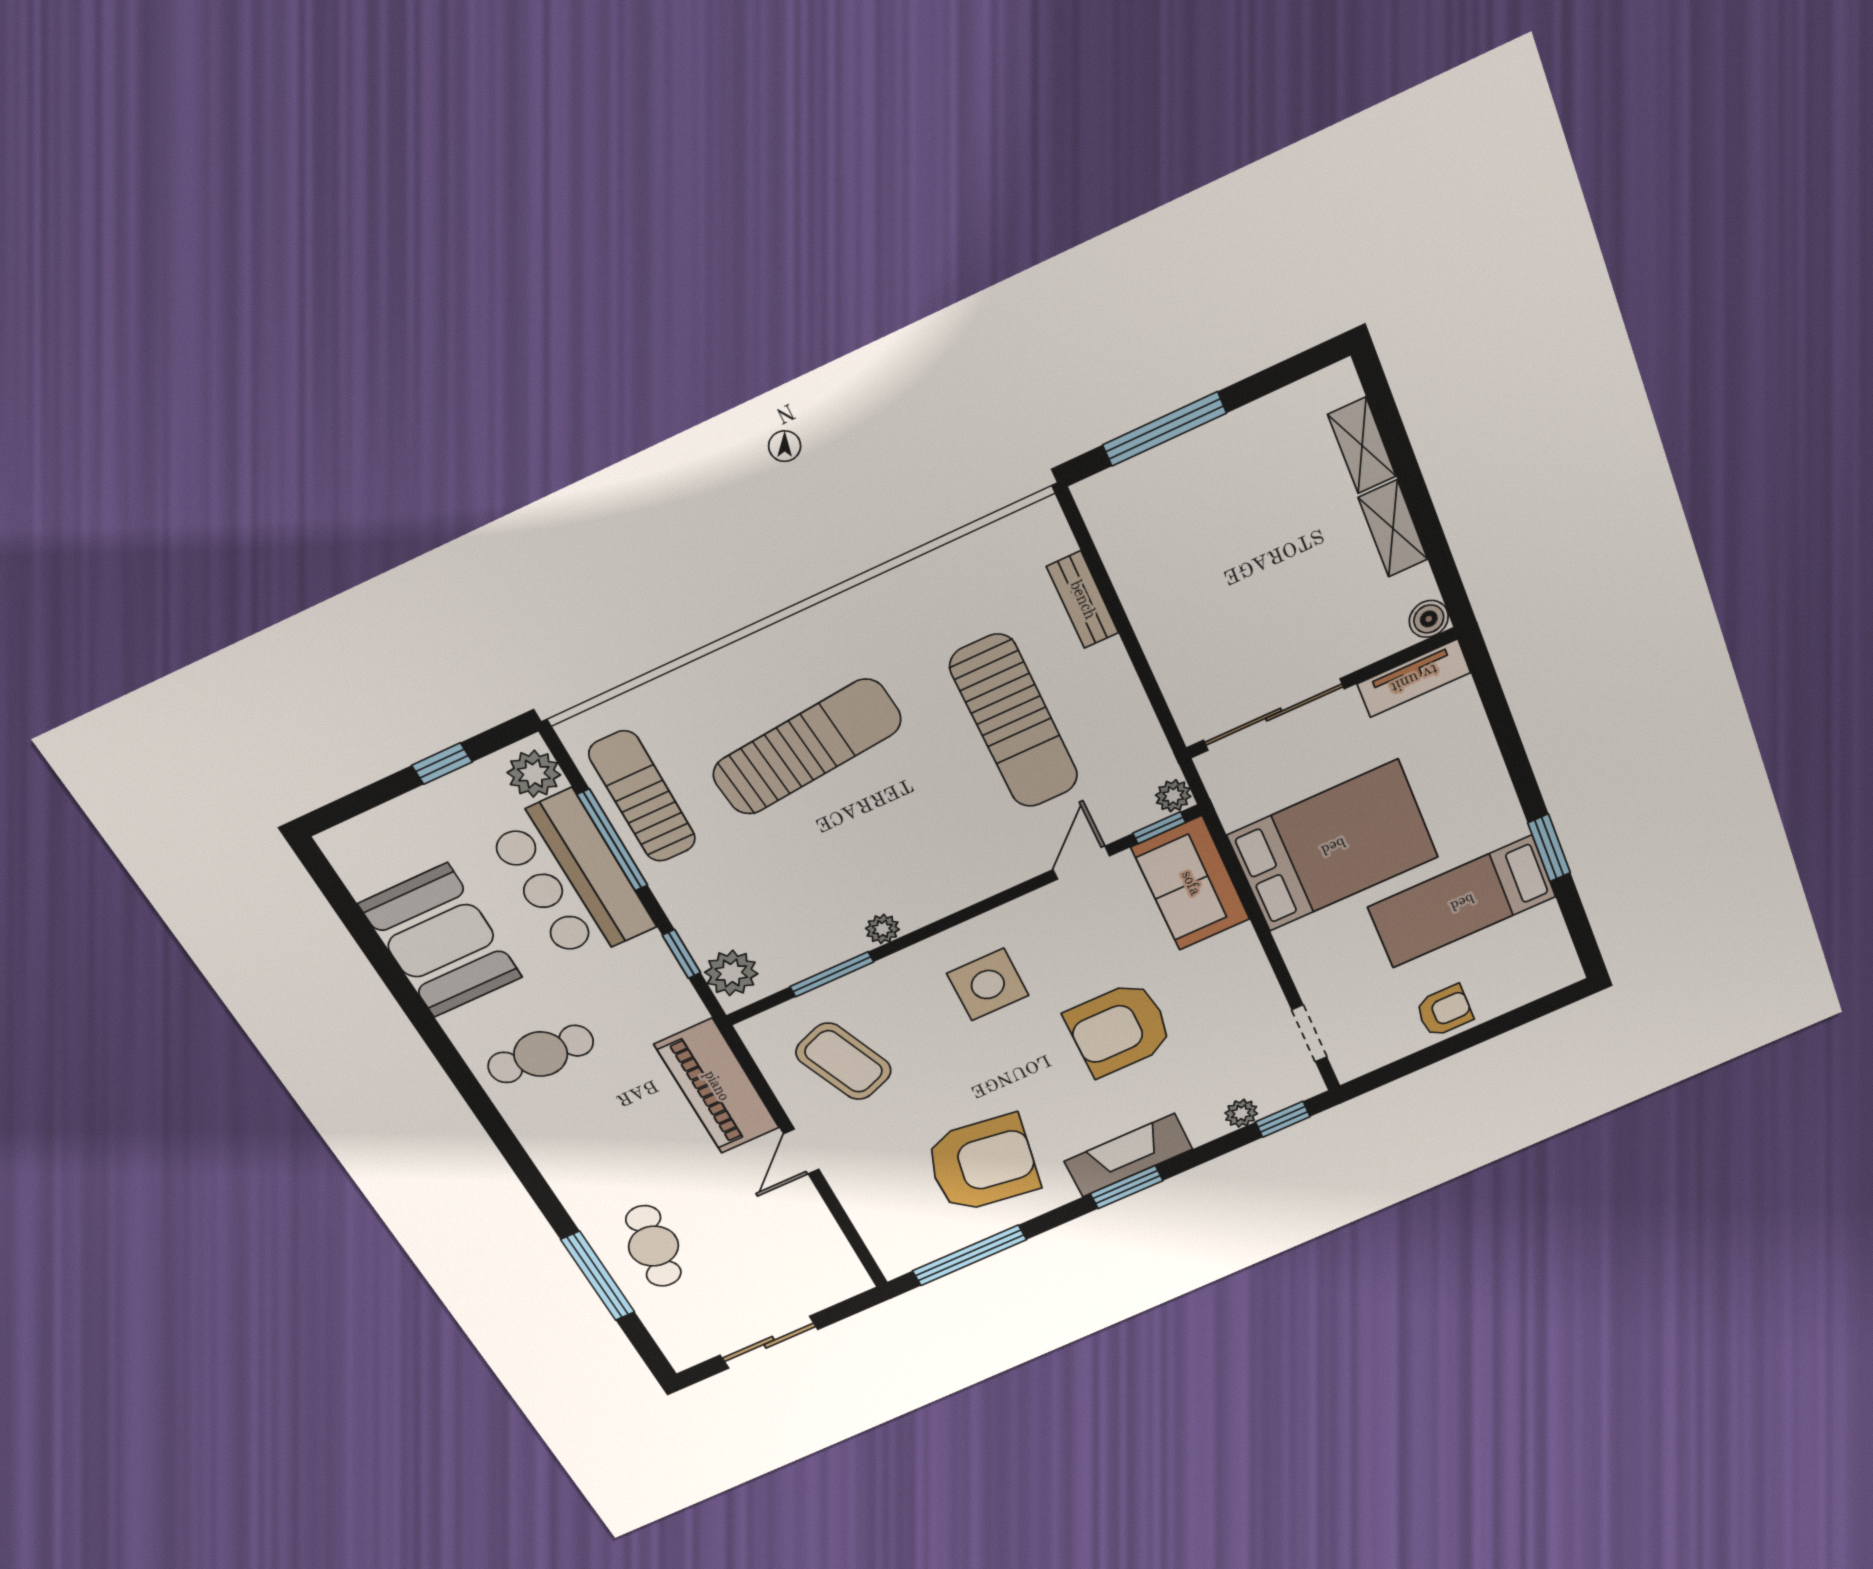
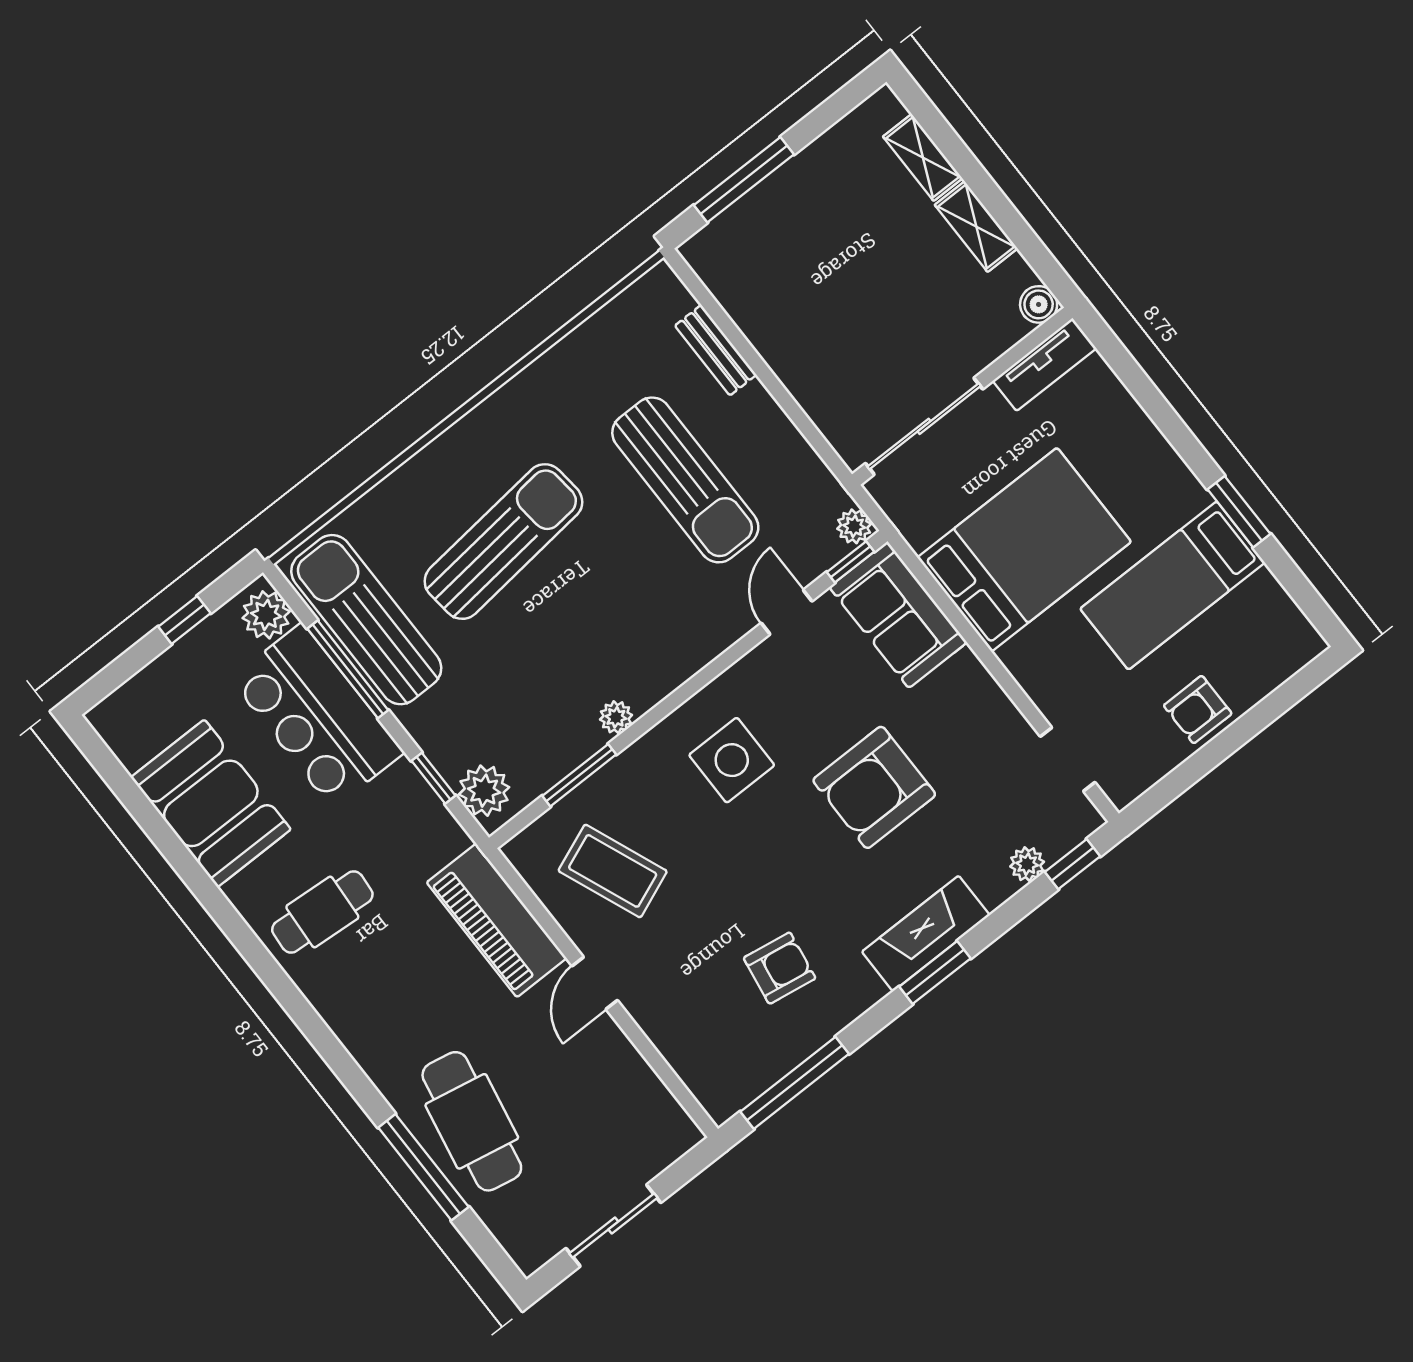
sun lounger: (642, 797) -> (366, 620), width x1.36, depth x1.34
armchair: (1444, 1011) -> (1198, 710), turned 180
armchair: (983, 1164) -> (780, 968), width x0.53, depth x0.53
cafe table: (654, 1246) -> (472, 1121), width x1.37, depth x1.35

